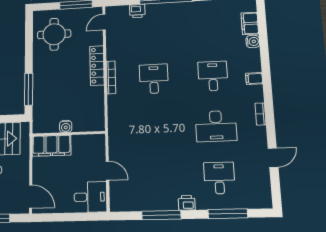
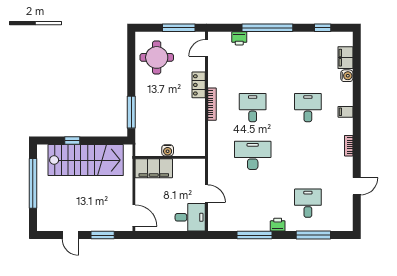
locker: (97, 66) -> (199, 85), width x0.66
desk: (216, 126) -> (253, 155), moved, turned 180

